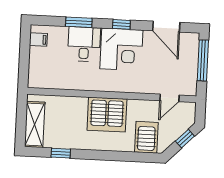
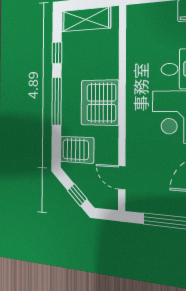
window: (104, 155) -> (57, 101), added

